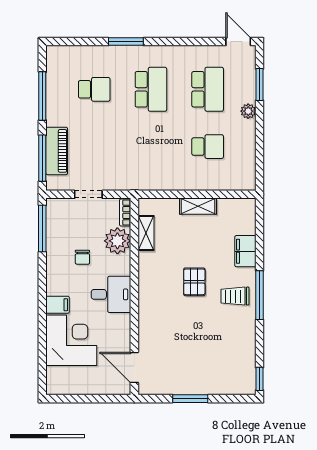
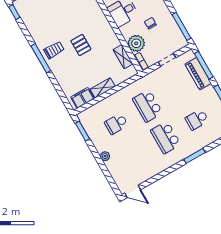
window: (259, 85) -> (82, 131), moved
school desk: (208, 89) -> (148, 106), moved
filing cabinet: (245, 251) -> (82, 98), moved, turned -90

